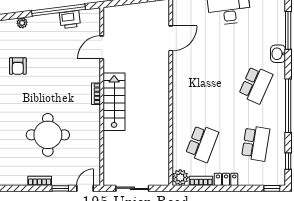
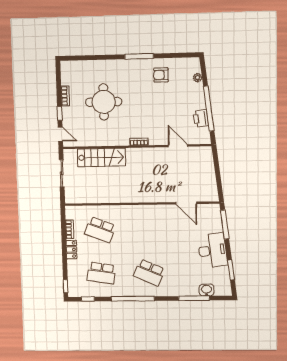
washbasin: (278, 54) -> (207, 290), moved
stairs: (114, 102) -> (101, 157), moved
plant: (180, 177) -> (72, 212), removed

